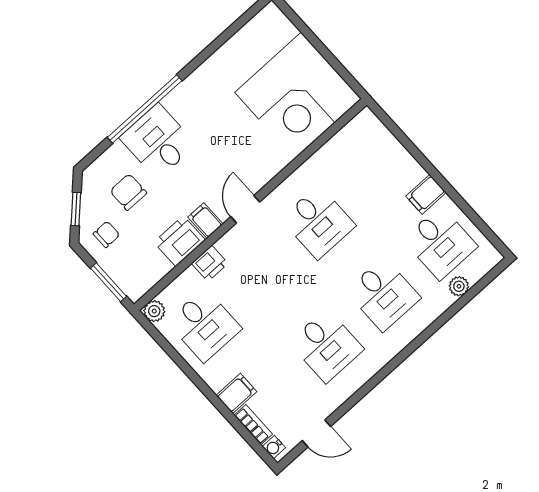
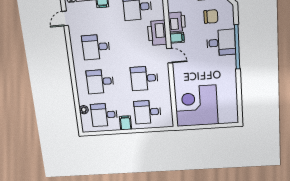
desk: (375, 171) -> (148, 112), added
printer: (210, 263) -> (157, 33), width x1.87, depth x1.48

